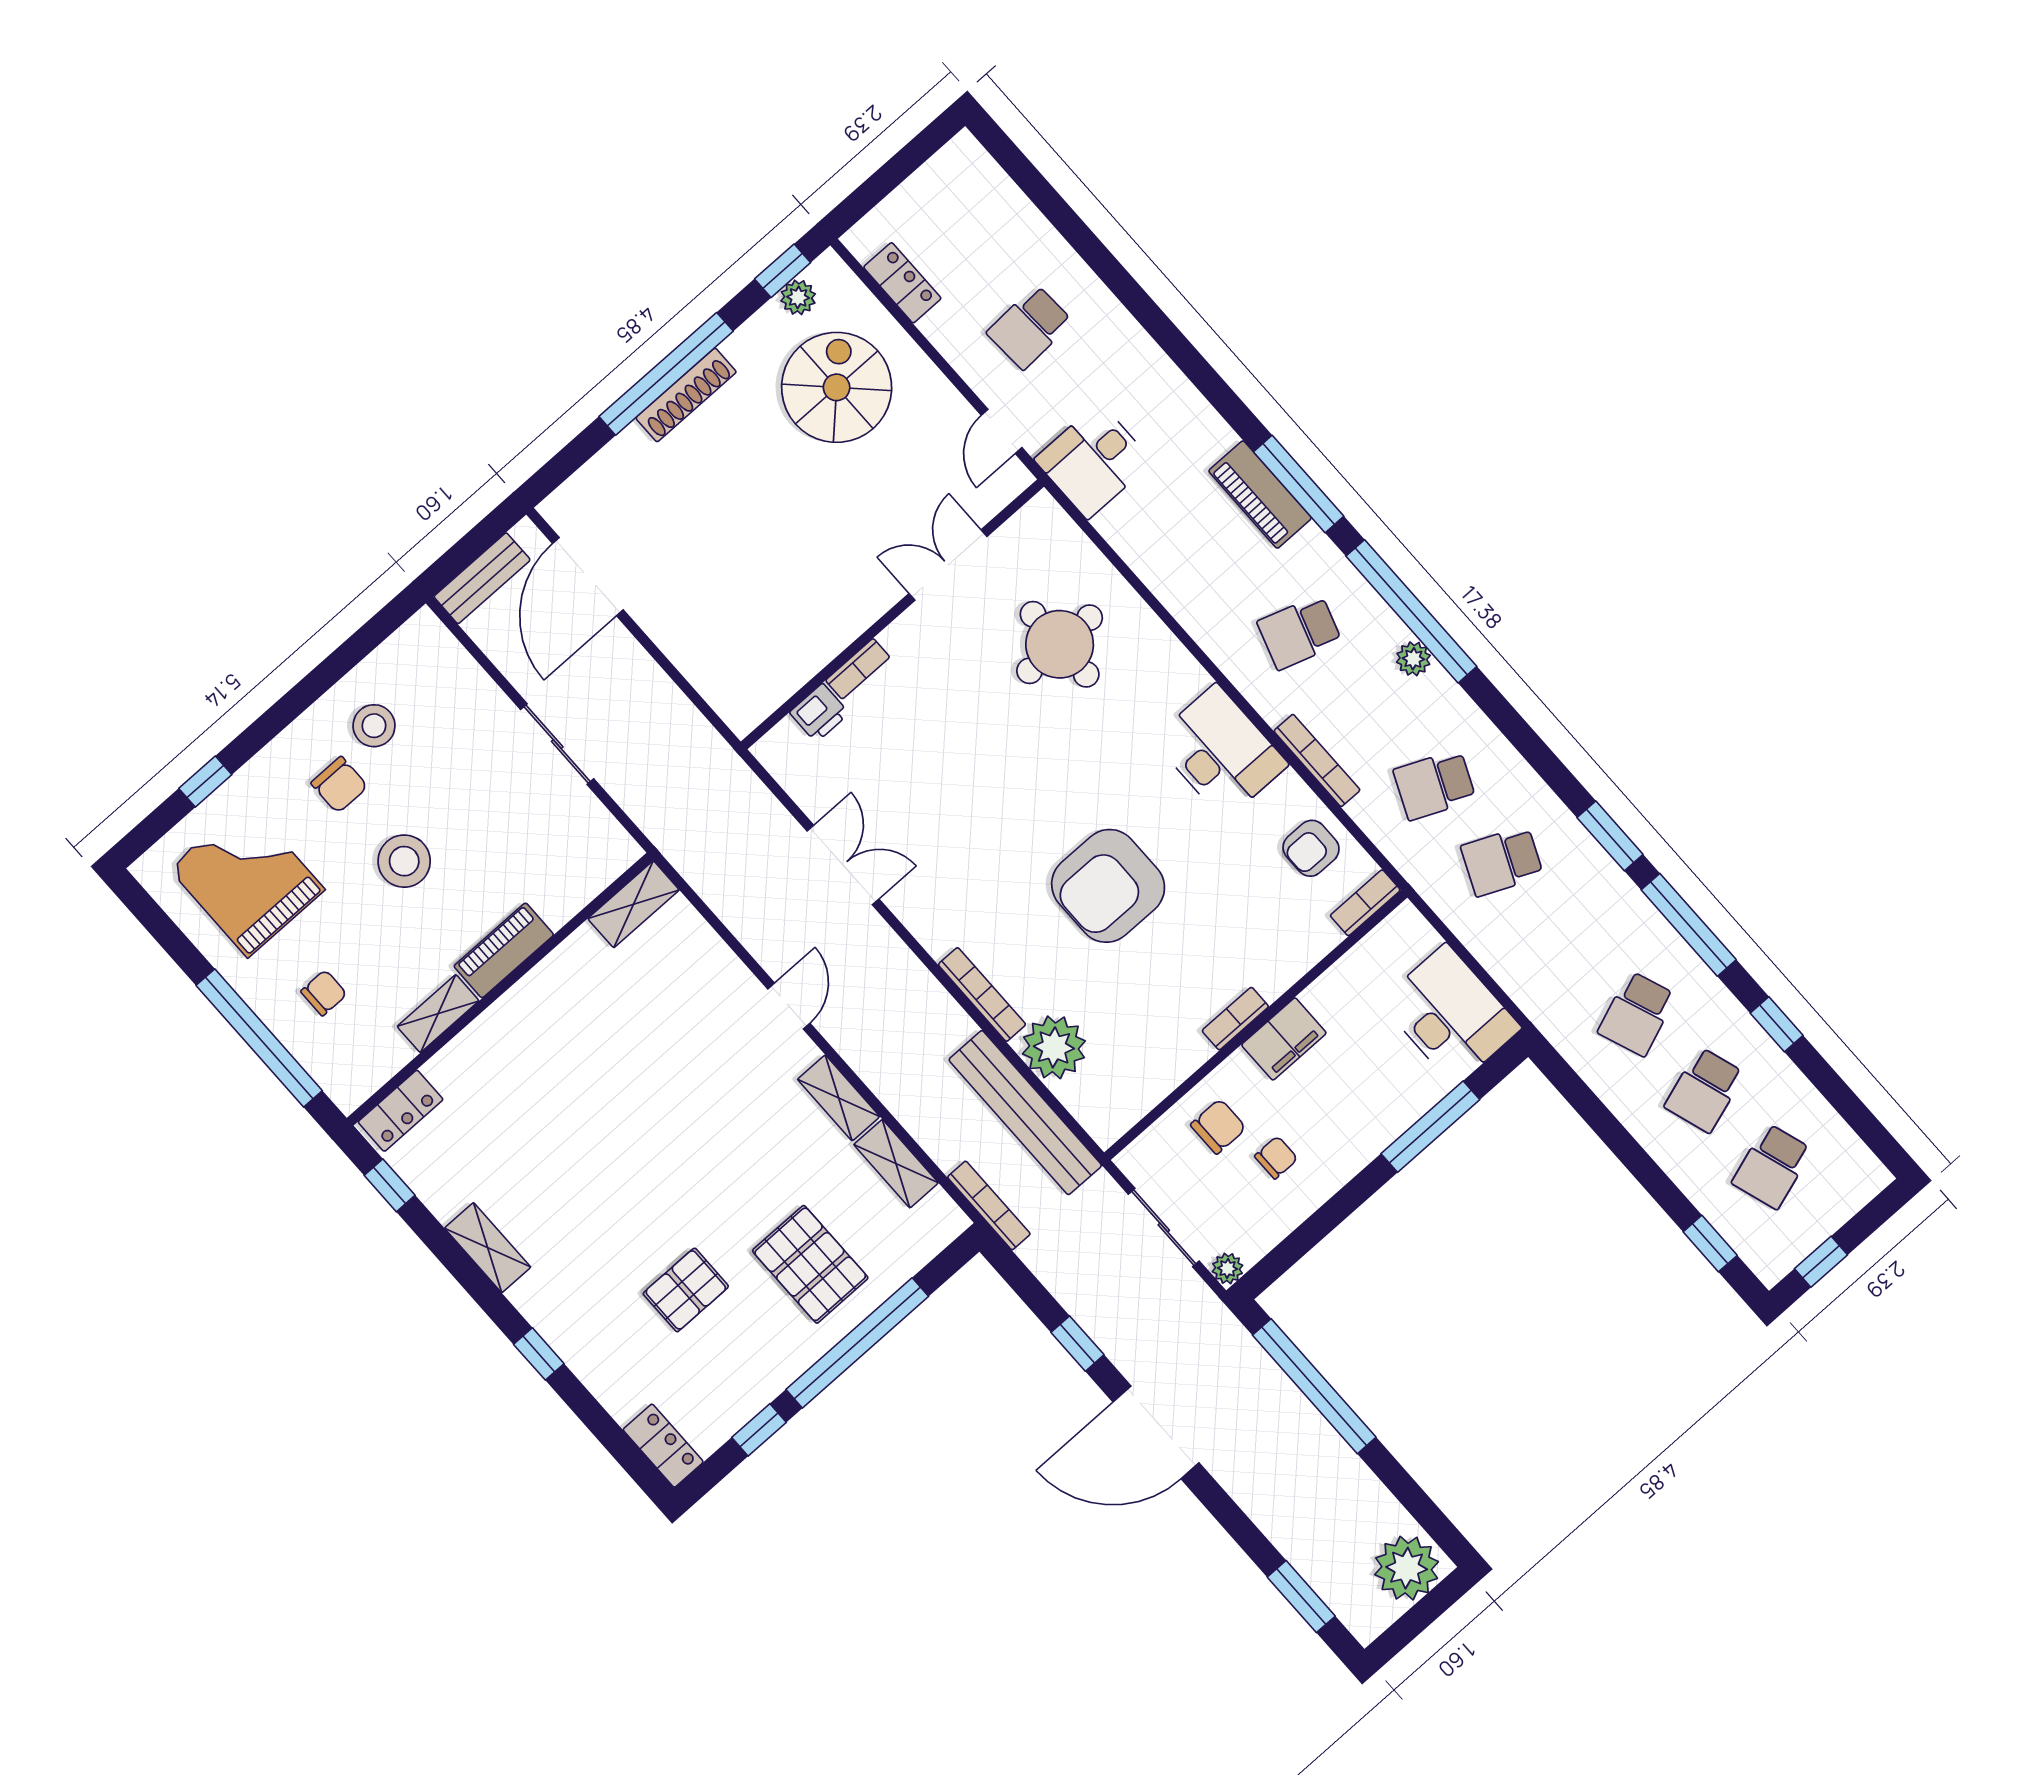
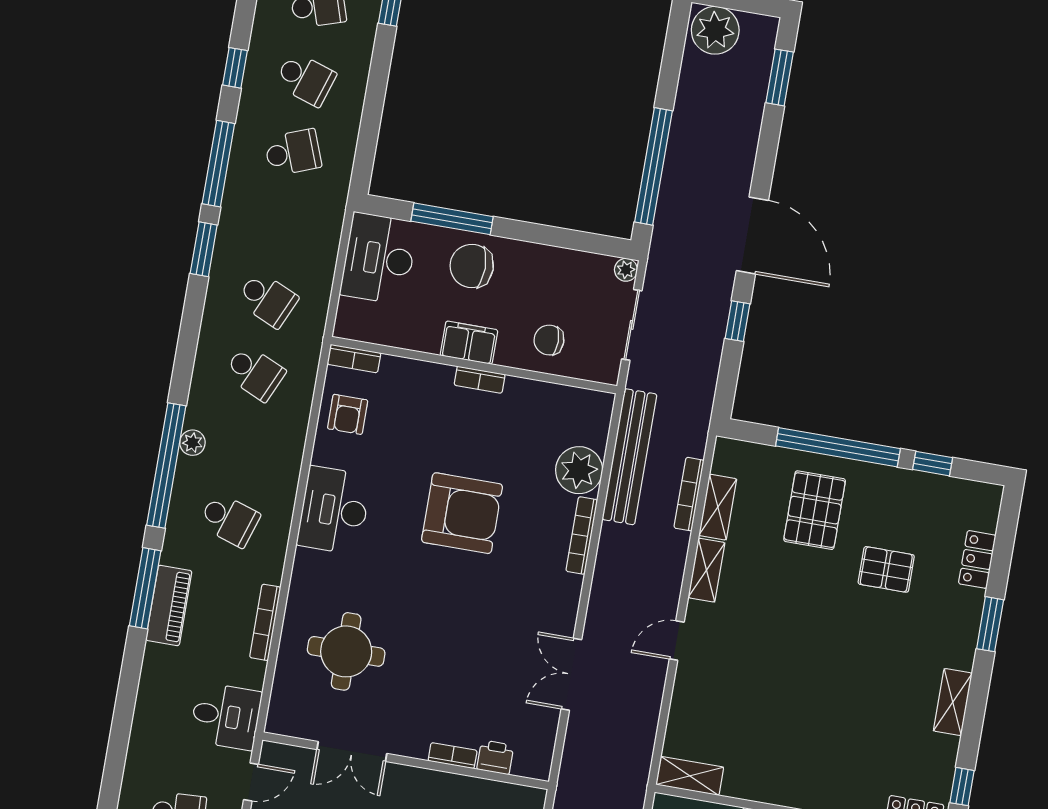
bookcase: (1317, 760) -> (265, 622), moved
armchair: (1311, 848) -> (348, 414), turned 90
school desk: (1705, 1090) -> (306, 79), turned 36
chair: (1276, 1158) -> (472, 266), moved, width x1.87, depth x1.87
bookcase: (989, 1205) -> (689, 494), moved
window: (539, 1354) -> (990, 624), width x1.50
locker: (663, 1446) -> (977, 559), moved

